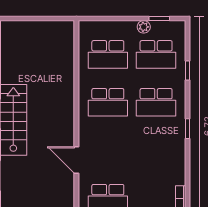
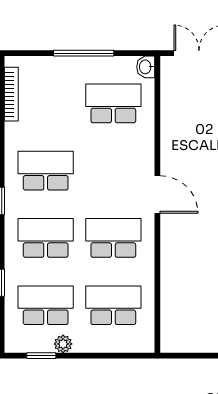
school desk: (156, 150) -> (46, 171), added
door: (76, 160) -> (157, 194), moved

